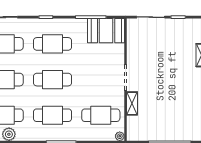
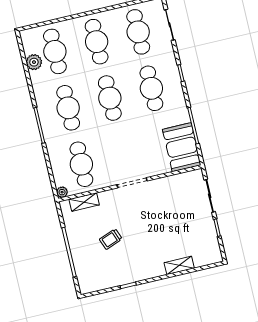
shelving: (132, 103) -> (84, 202), moved
trolley: (167, 106) -> (111, 239), added

